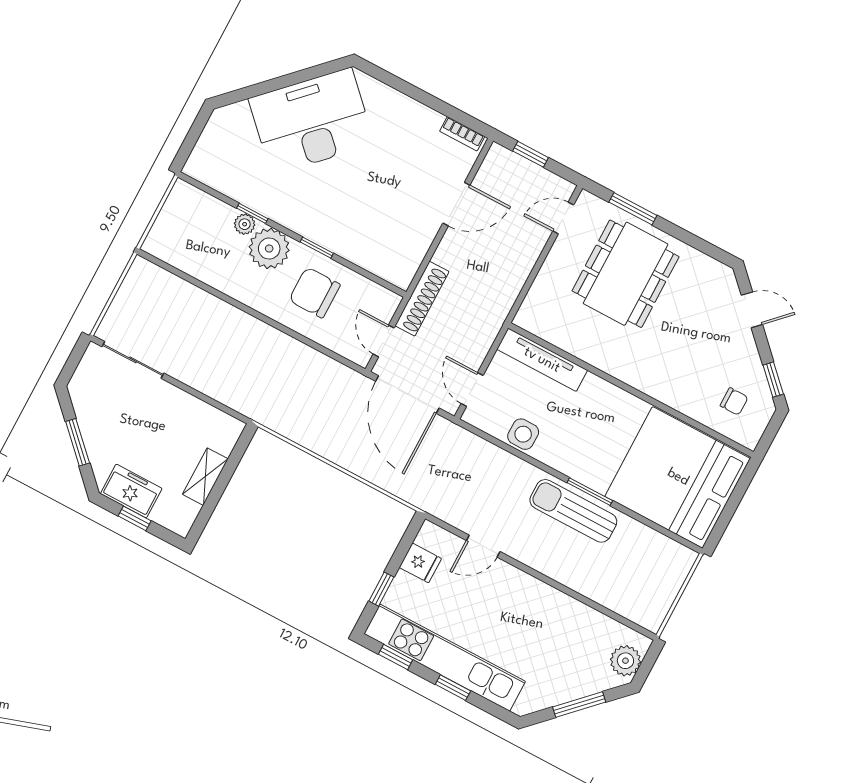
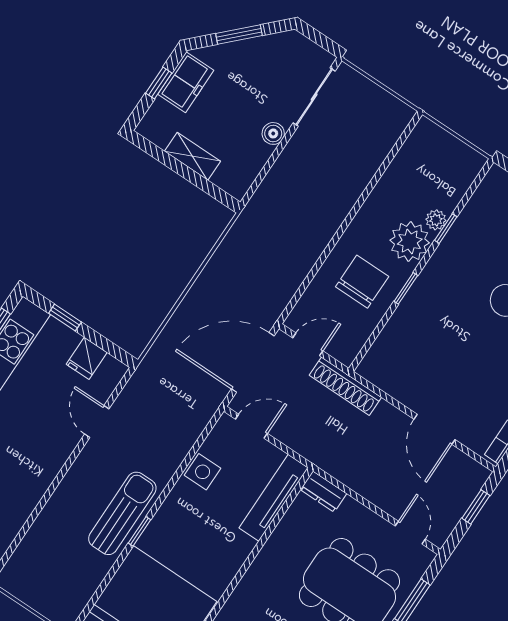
dresser: (531, 310) -> (323, 492), added
boiler: (174, 397) -> (273, 133), added
window: (590, 492) -> (140, 531), width x0.67

